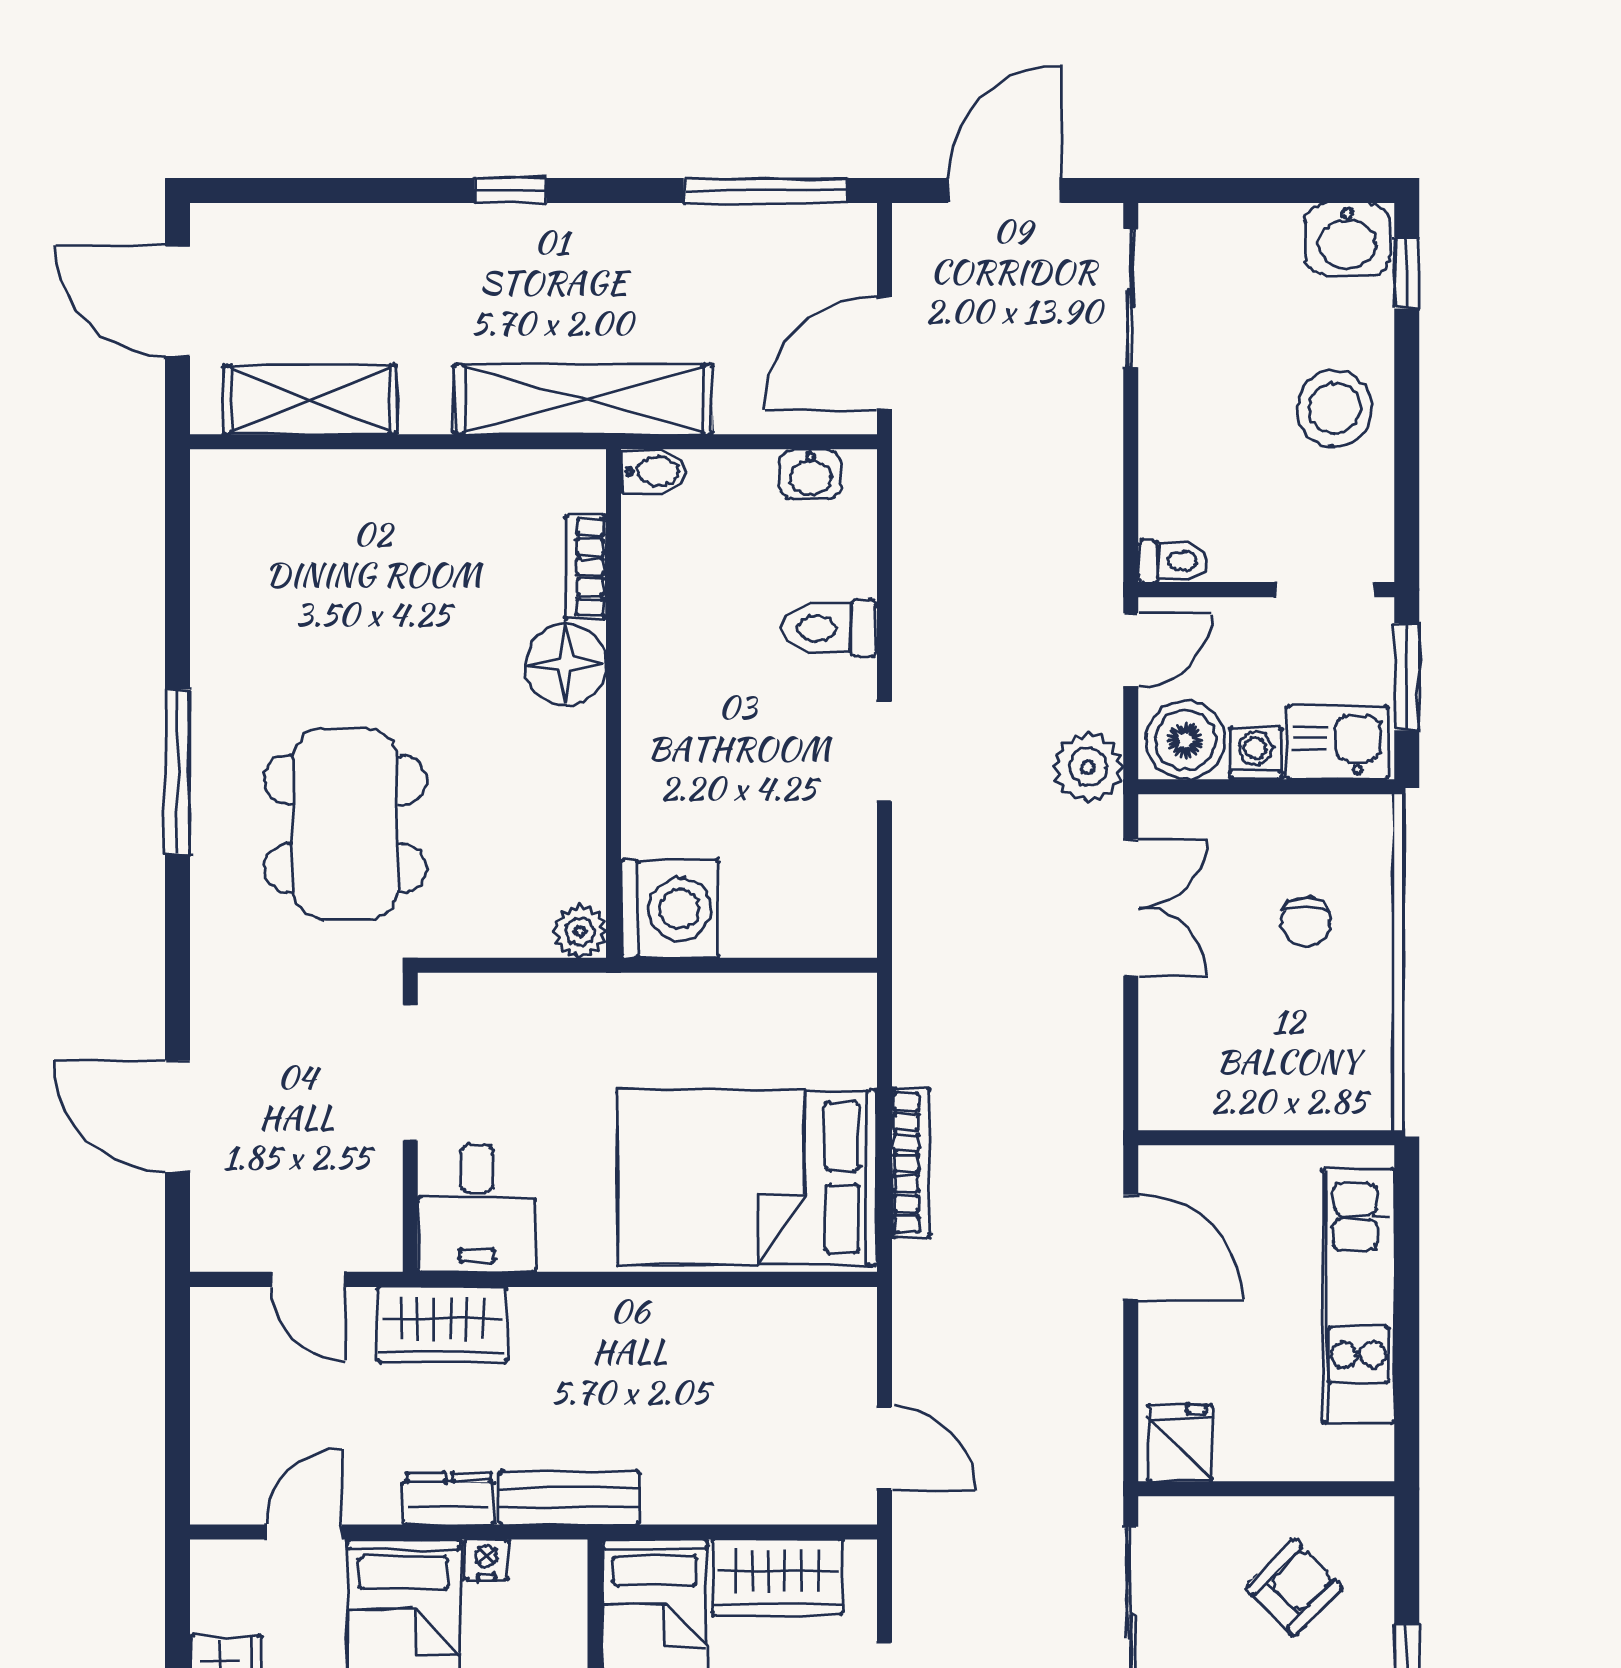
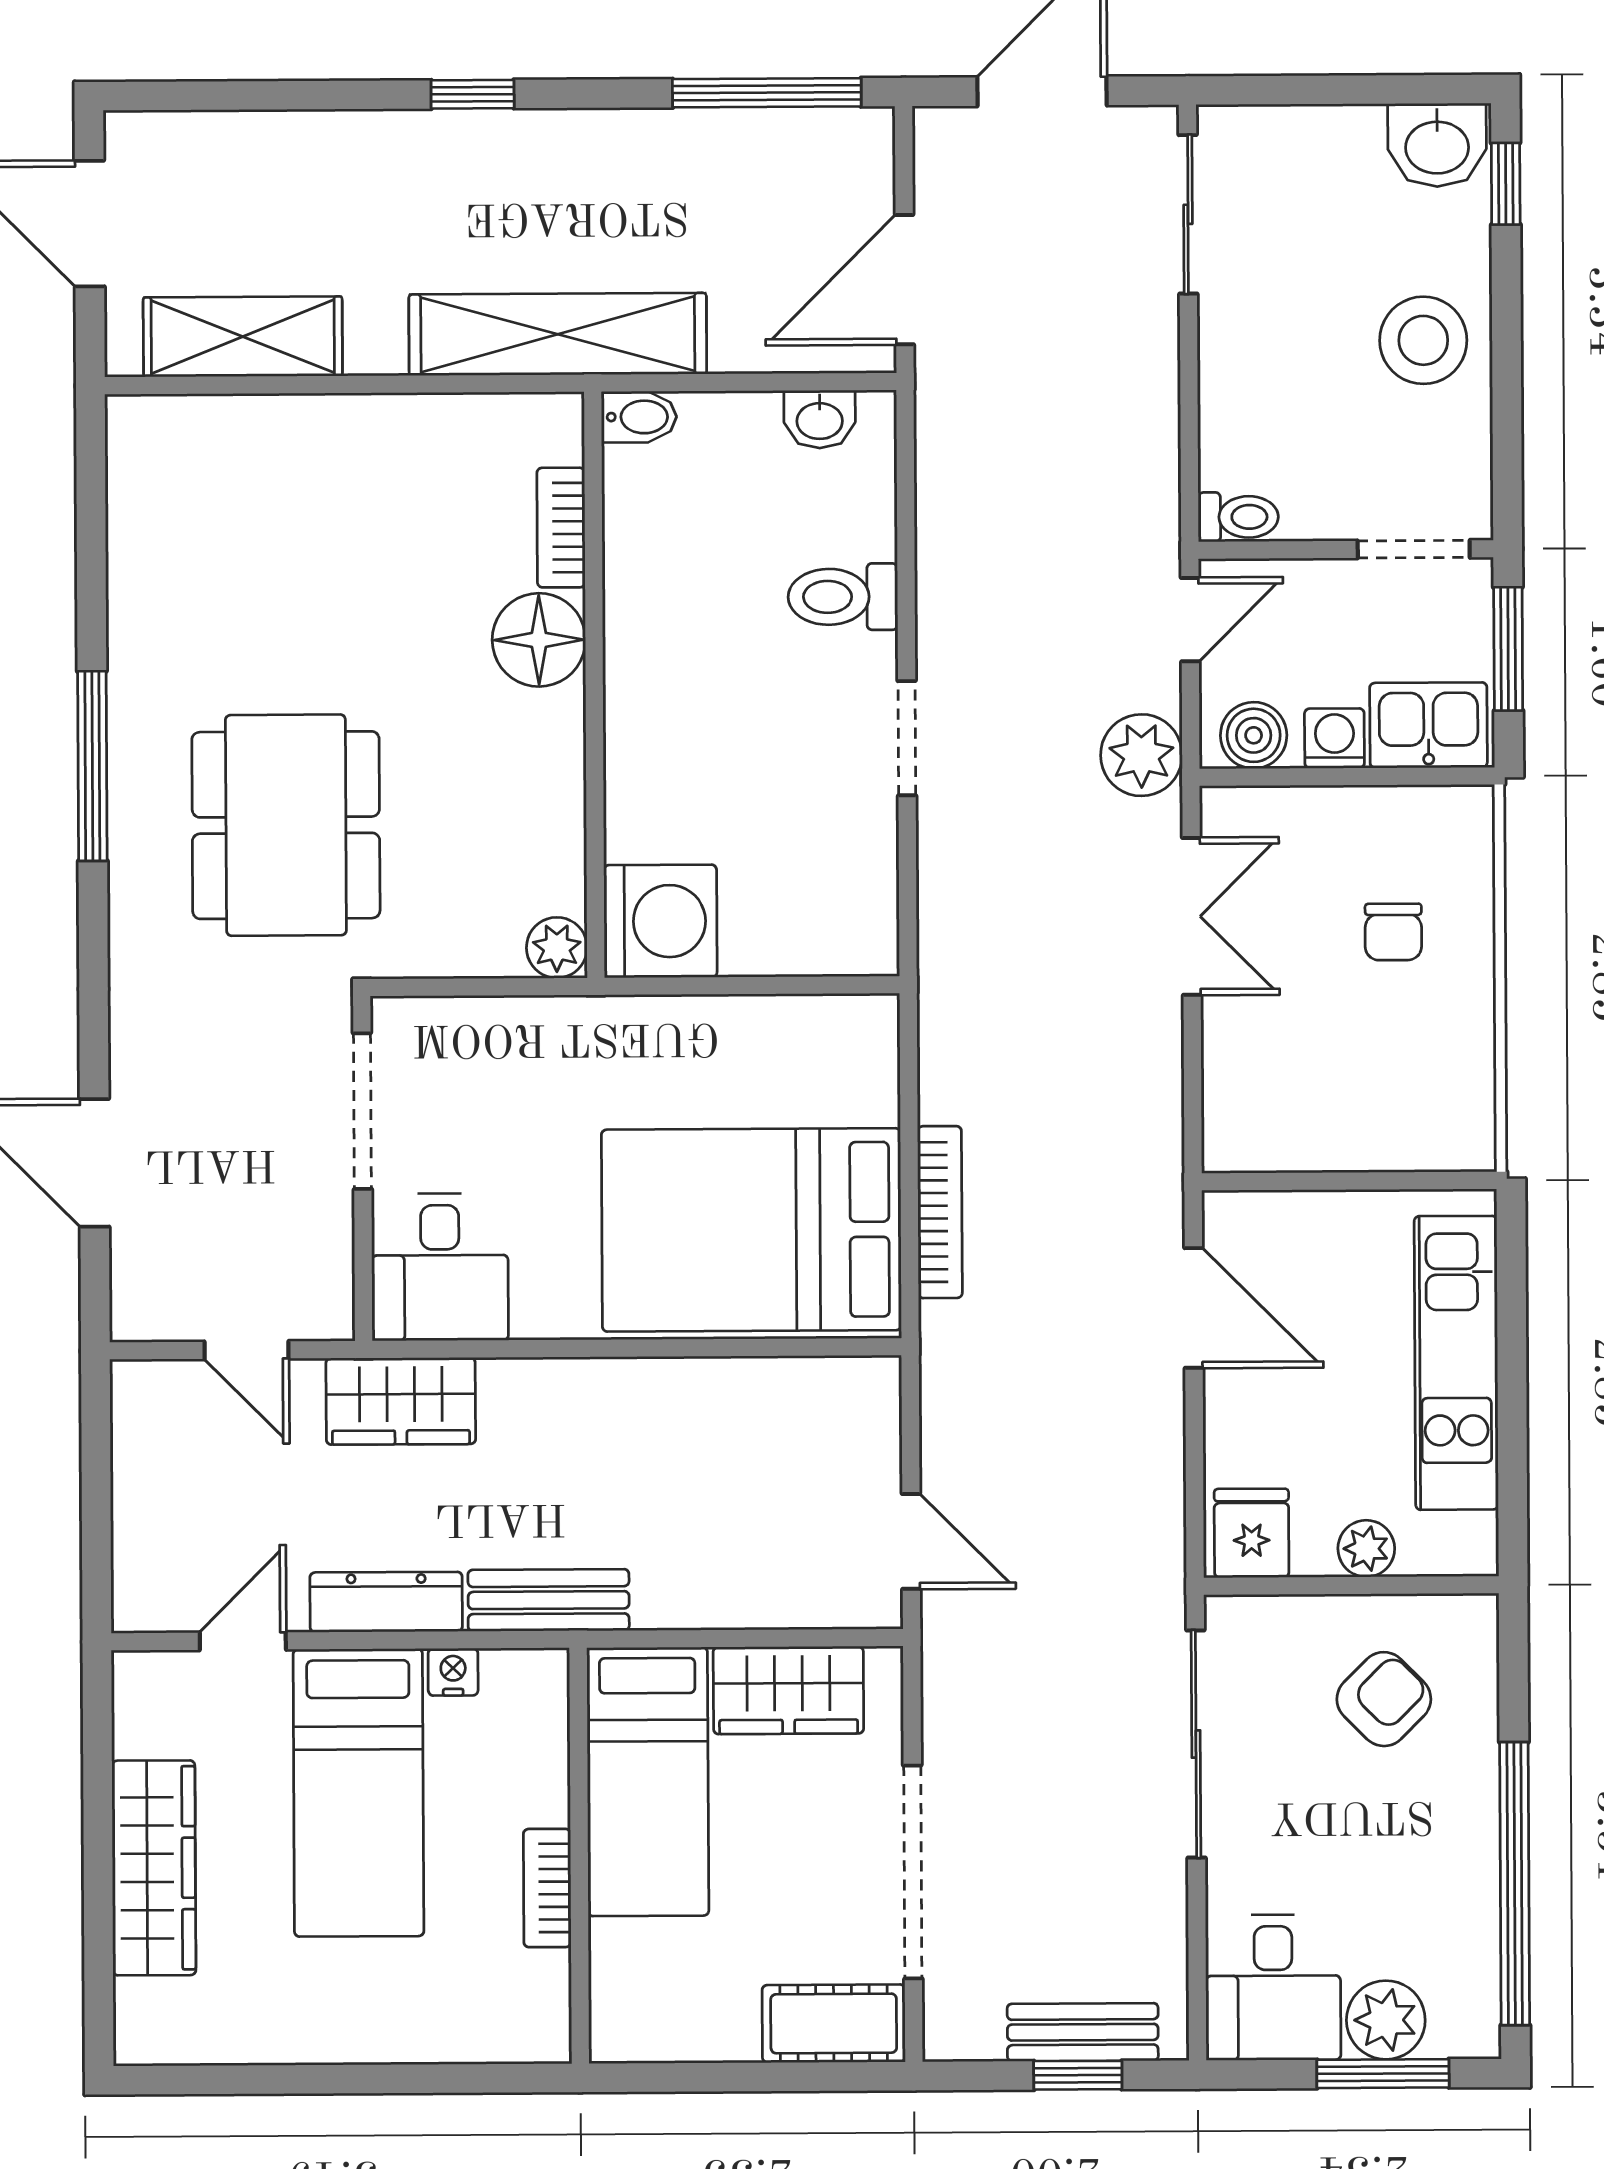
boiler: (1185, 740) -> (1254, 735), width x0.73, depth x0.73
plant: (1279, 1457) -> (1366, 1549), added
dresser: (449, 1499) -> (386, 1602), width x1.44

